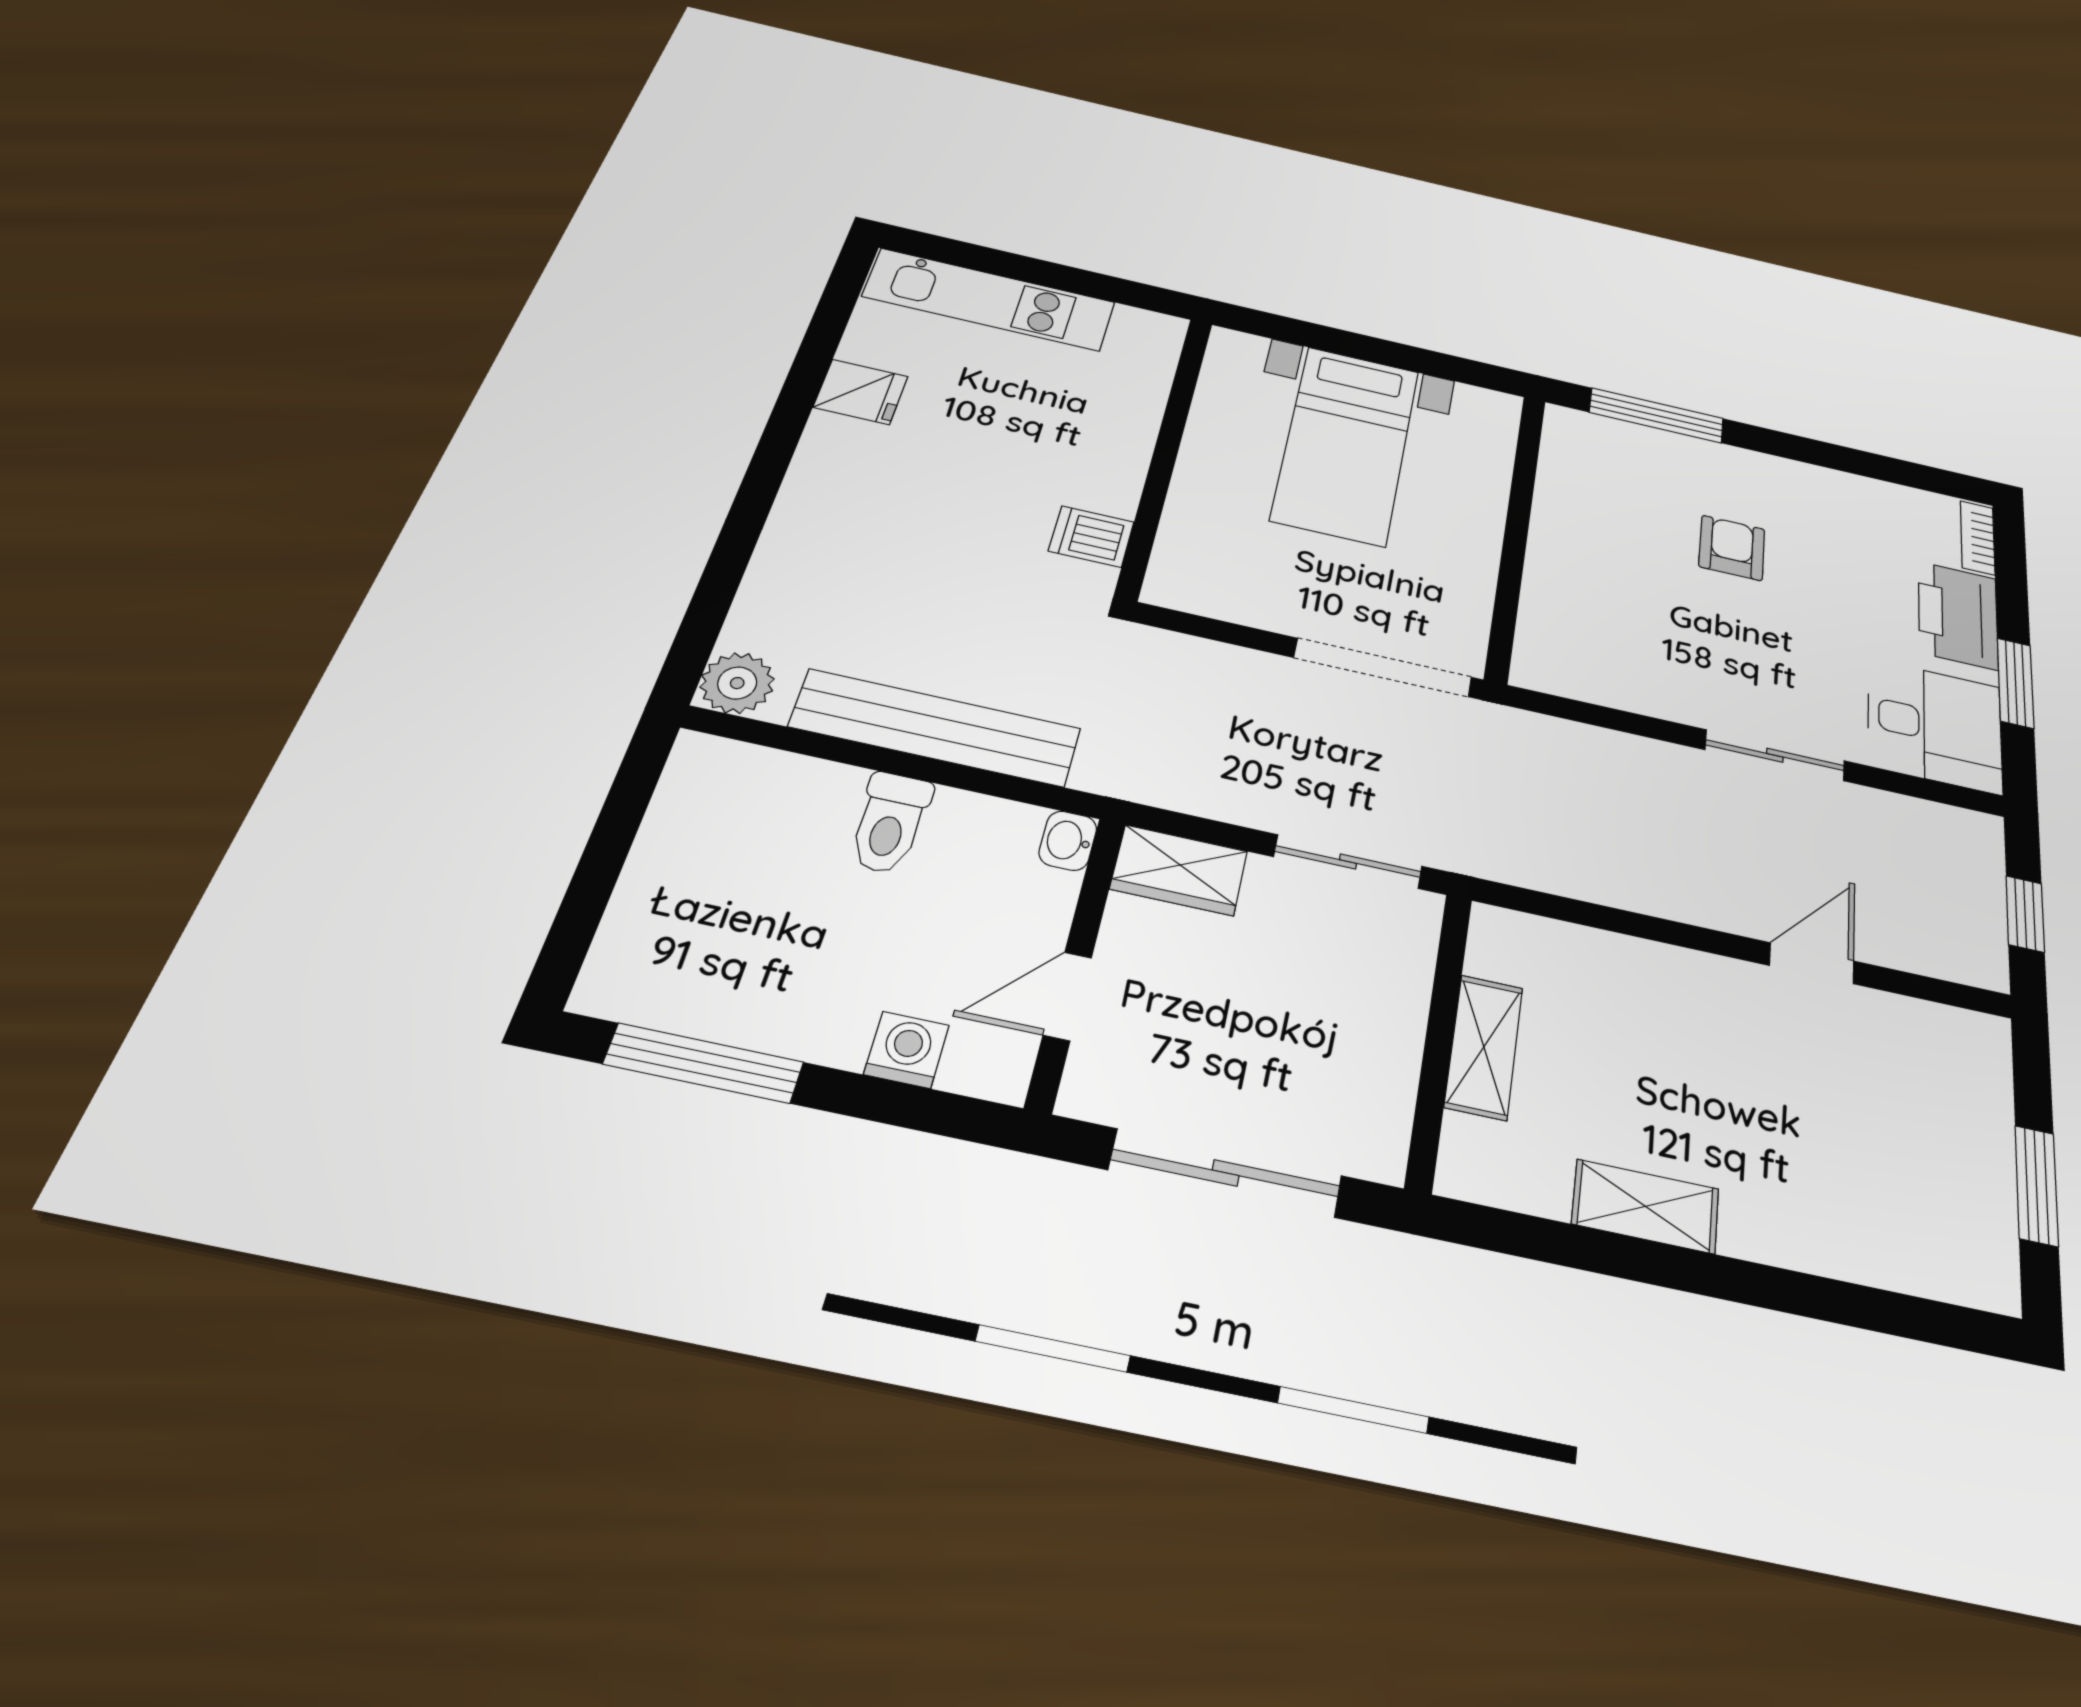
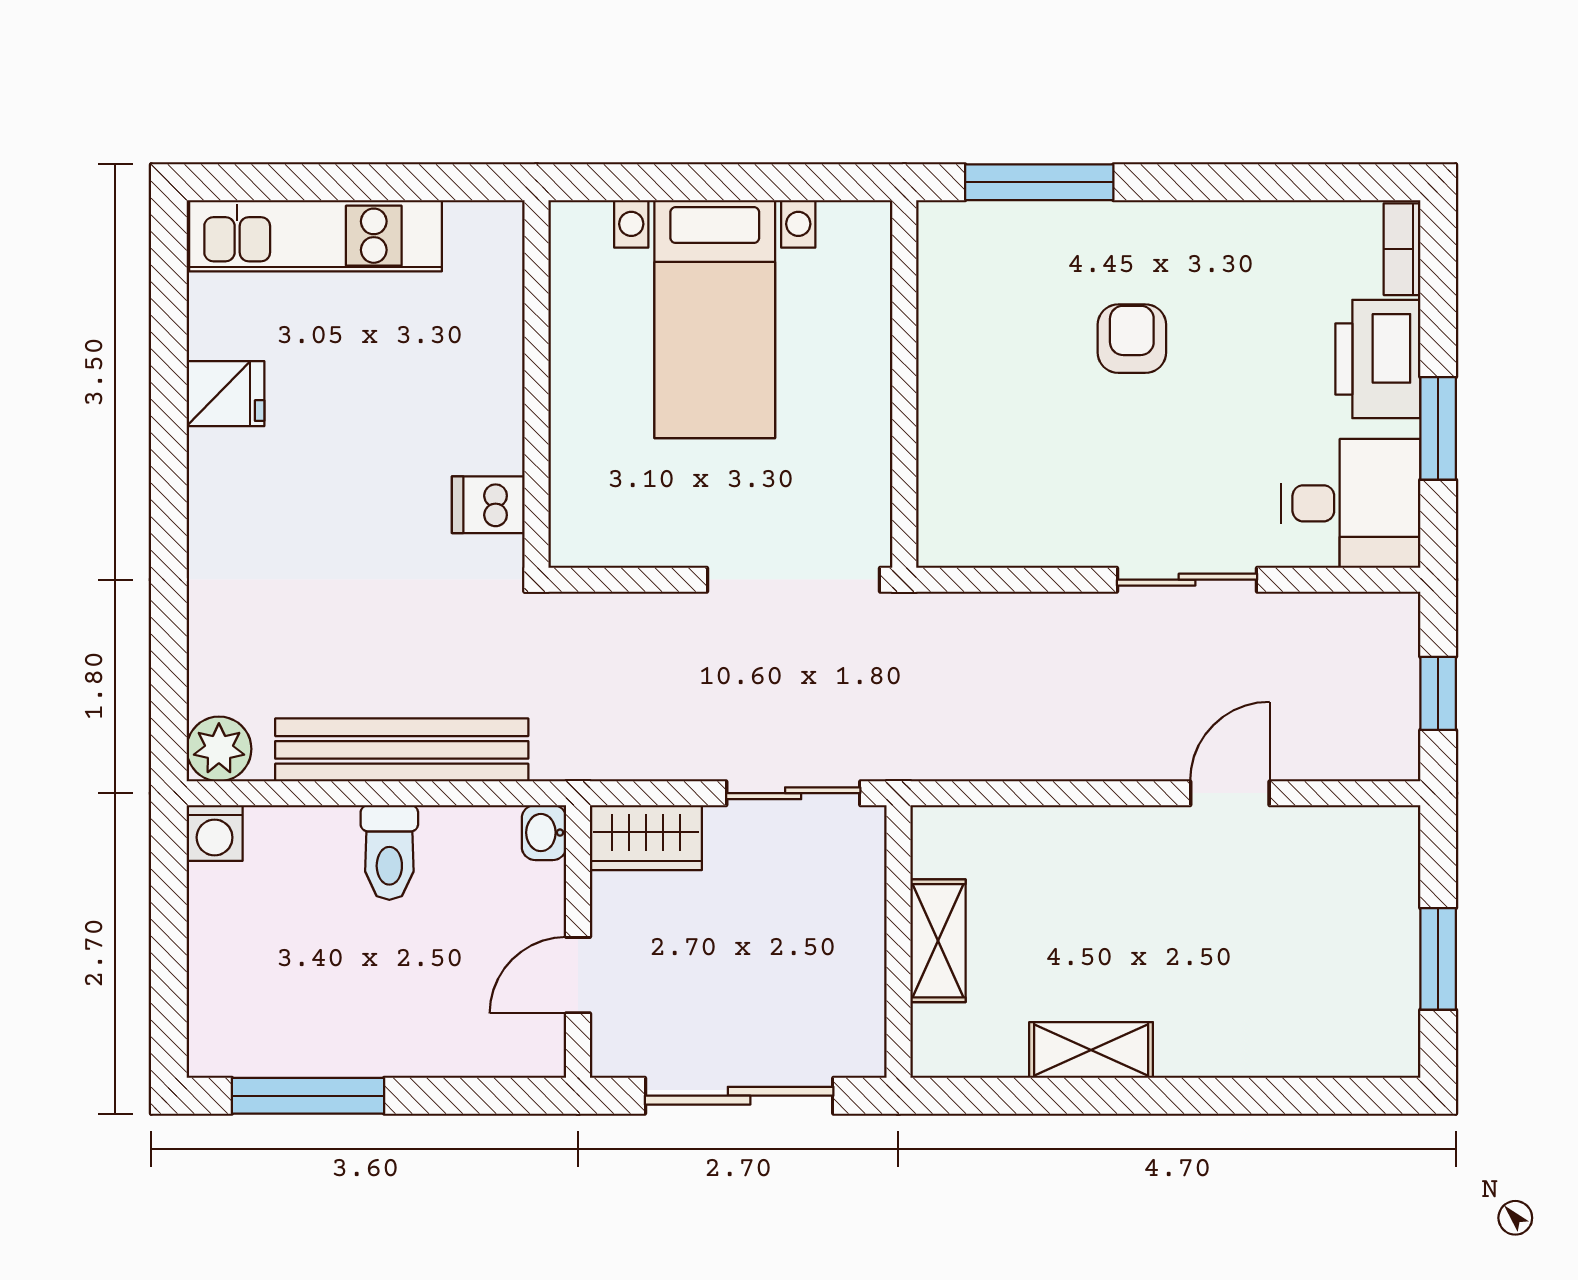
washing machine: (907, 1050) -> (215, 833), moved, turned 180

